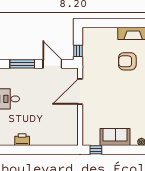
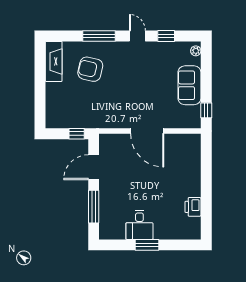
armchair: (127, 61) -> (90, 69), turned 103
door: (80, 92) -> (147, 131), moved

